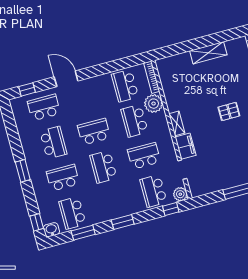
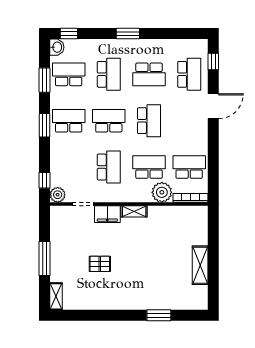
pallet: (229, 111) -> (100, 264), moved, turned 90
school desk: (153, 191) -> (69, 121), moved

